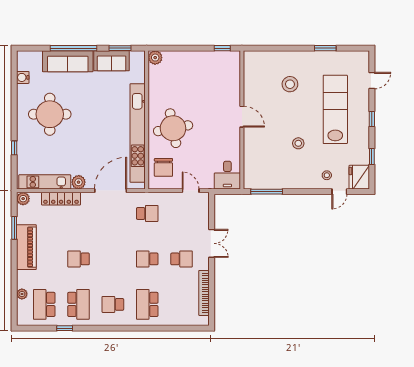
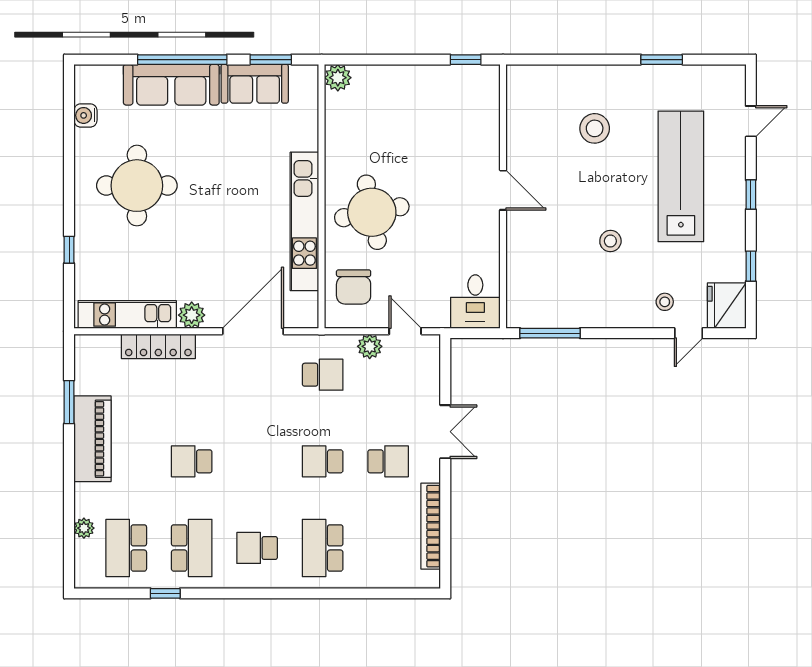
kitchen unit: (138, 133) -> (304, 221), width x0.73
plant: (23, 199) -> (370, 346), moved

